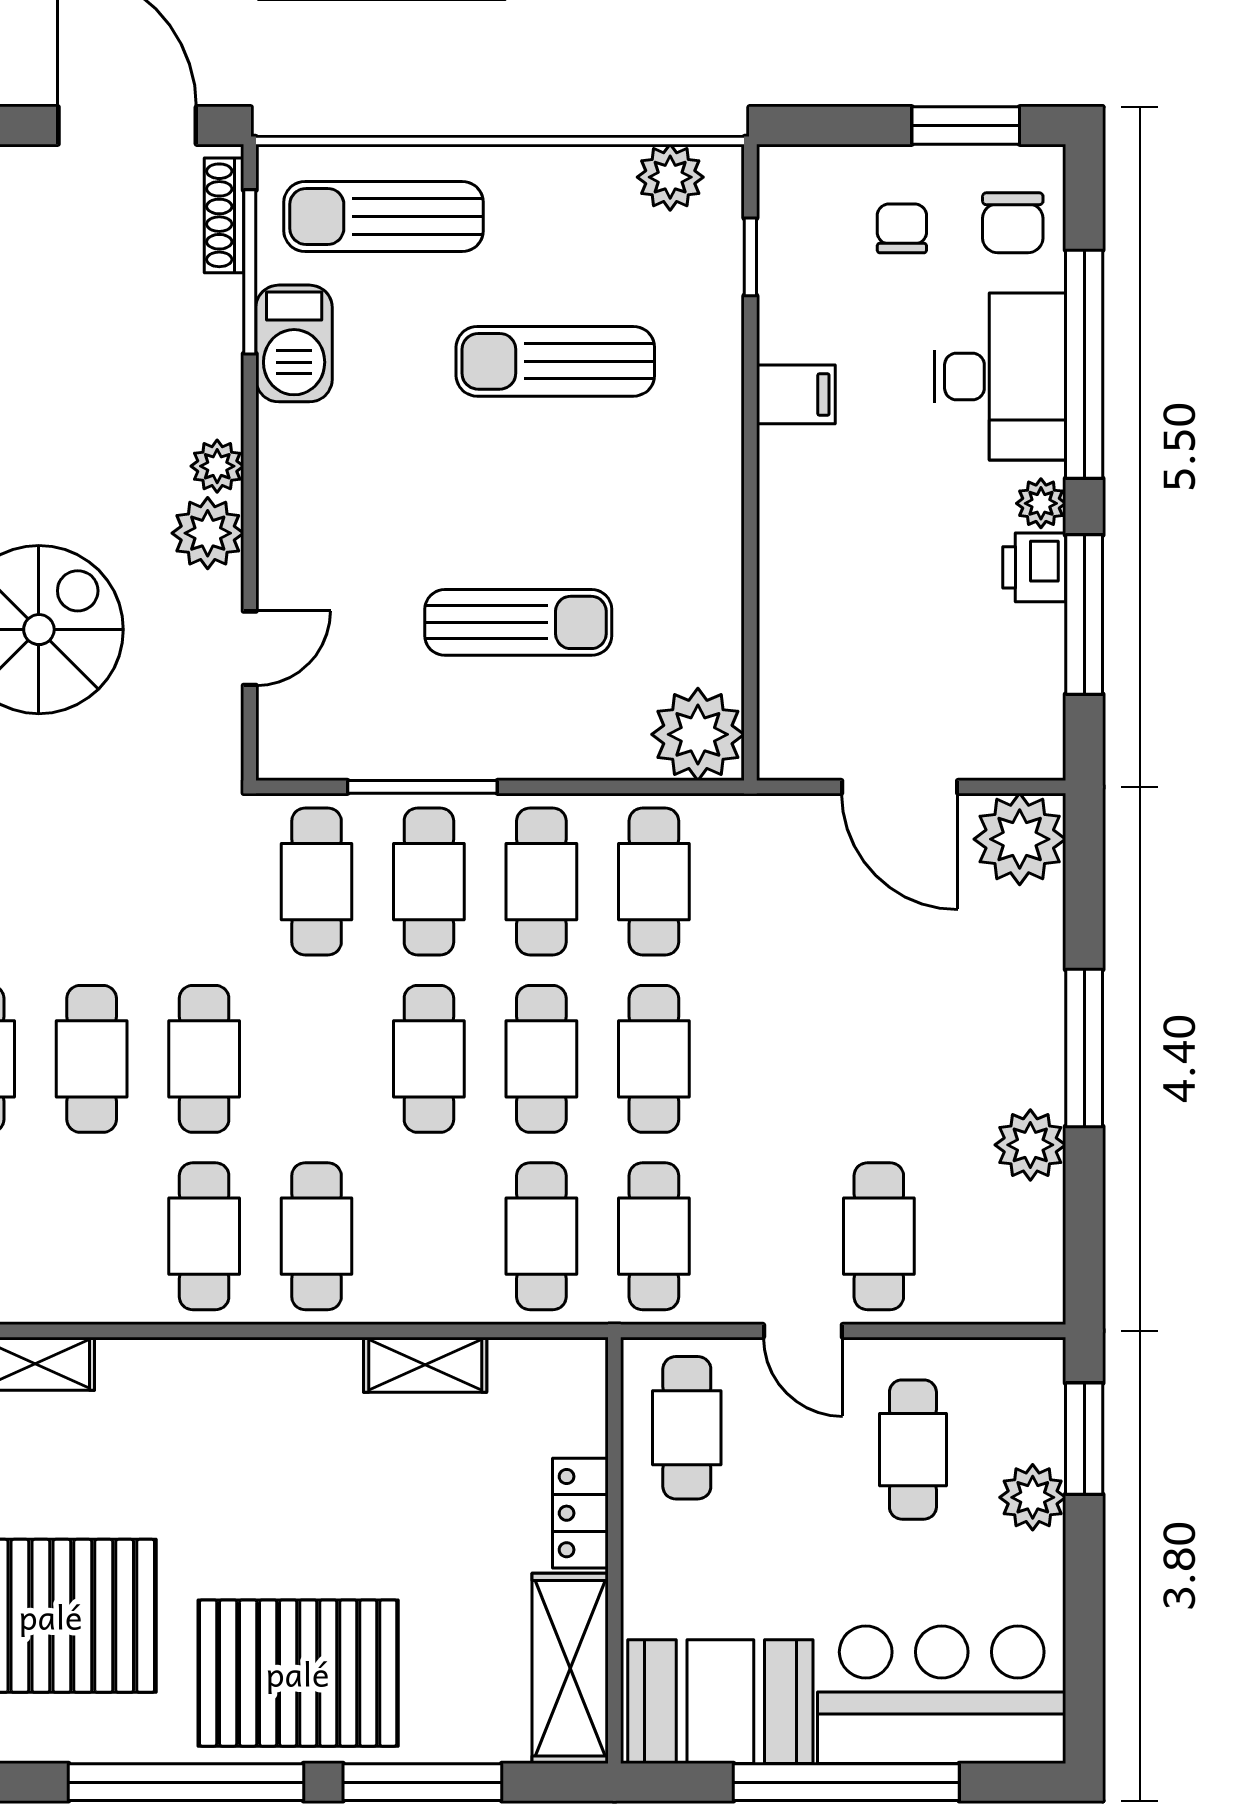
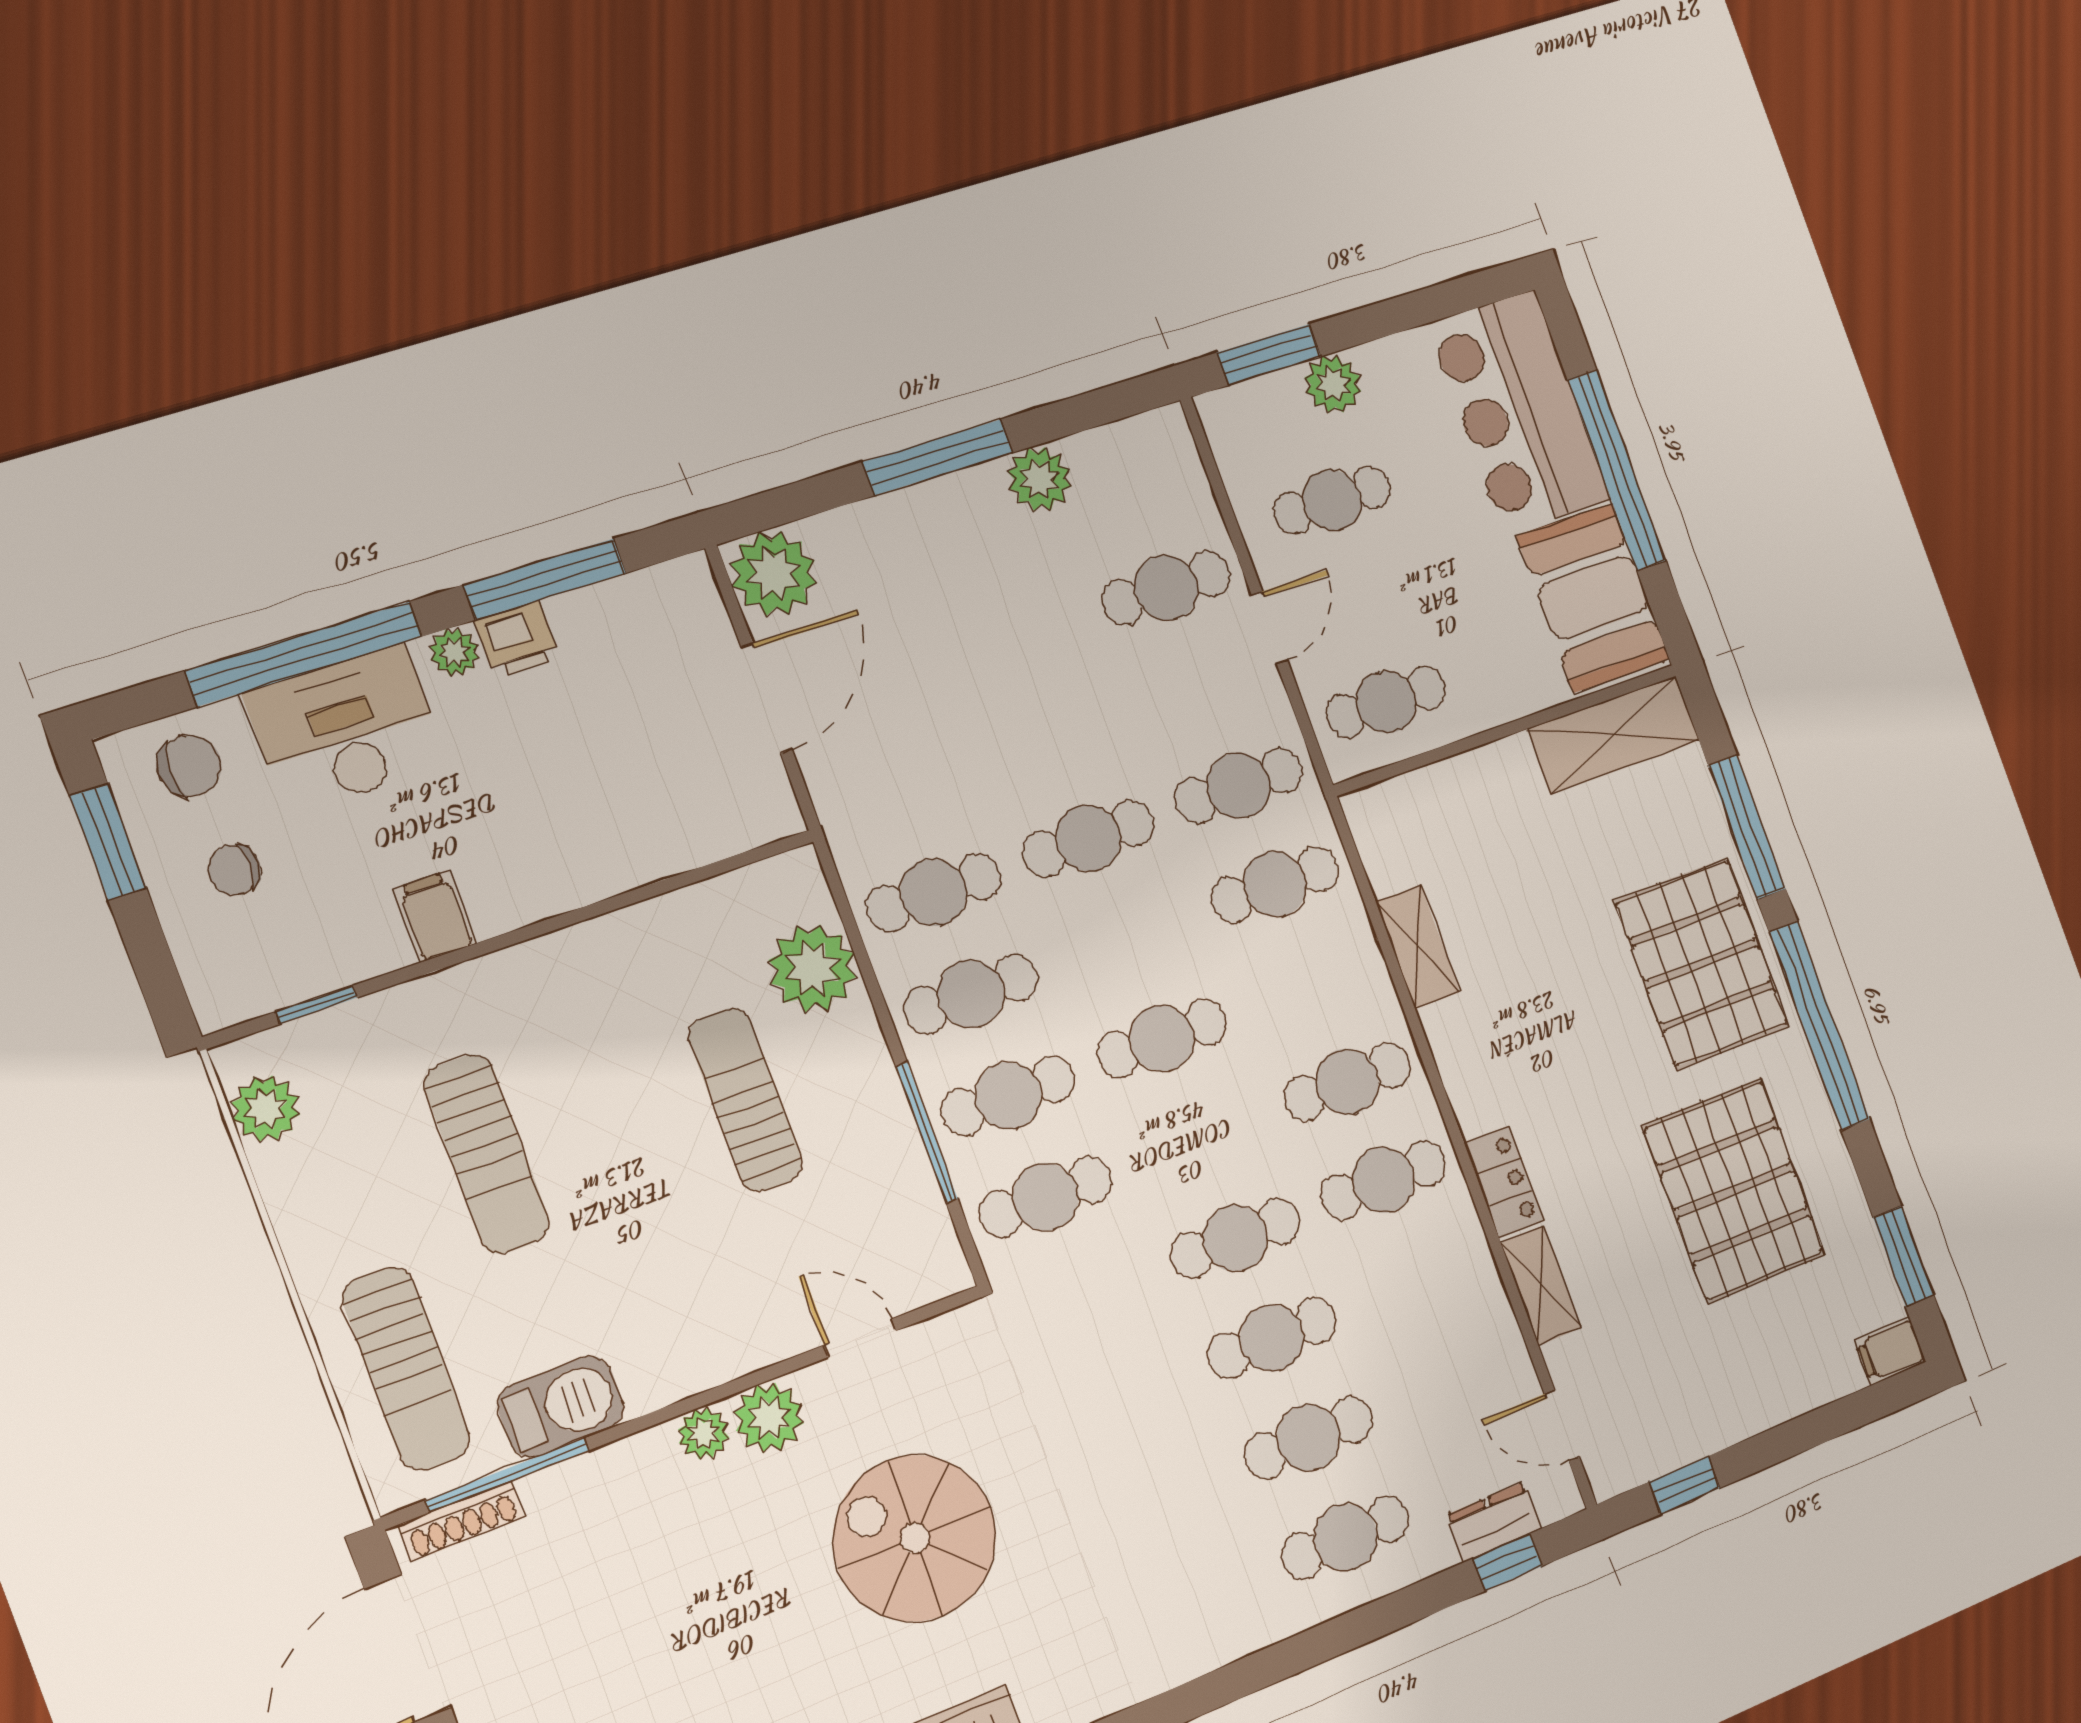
plant: (698, 734) -> (813, 968), moved
cafe table: (541, 1059) -> (1125, 938), removed
locker: (580, 1513) -> (1504, 1182), moved, turned -90

